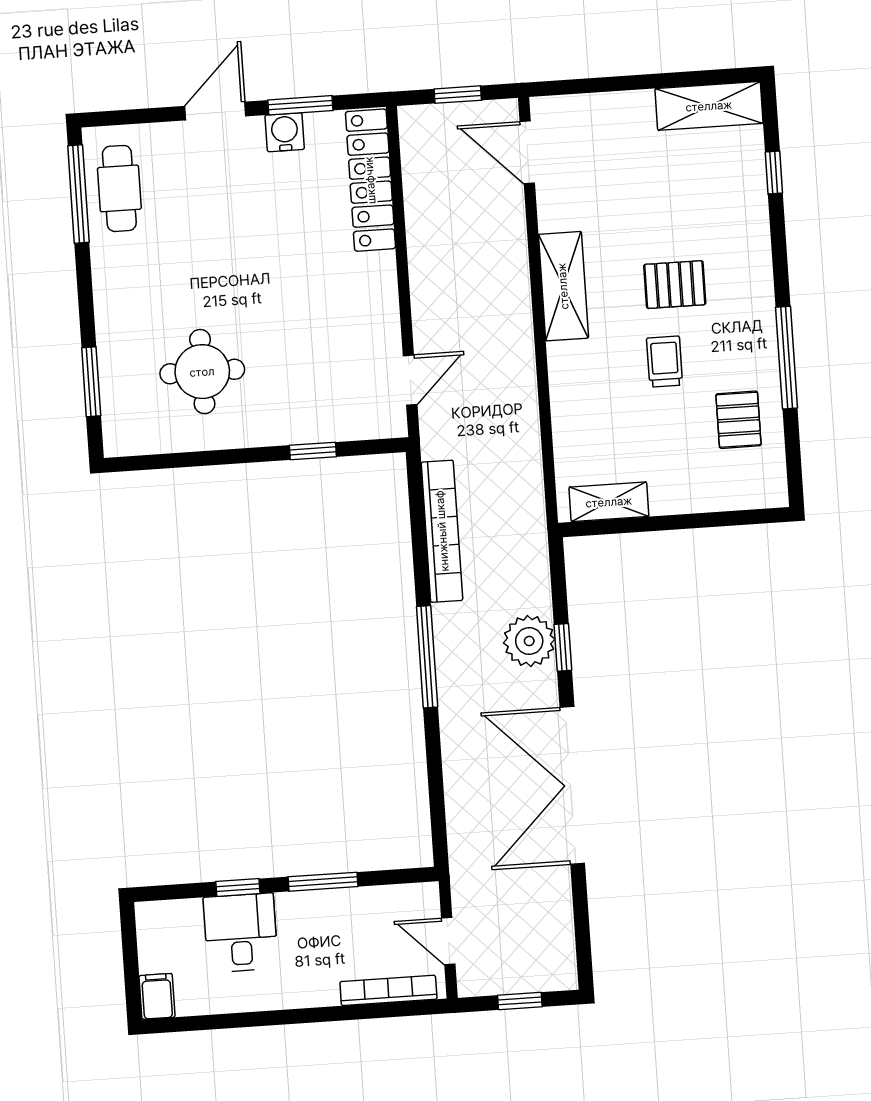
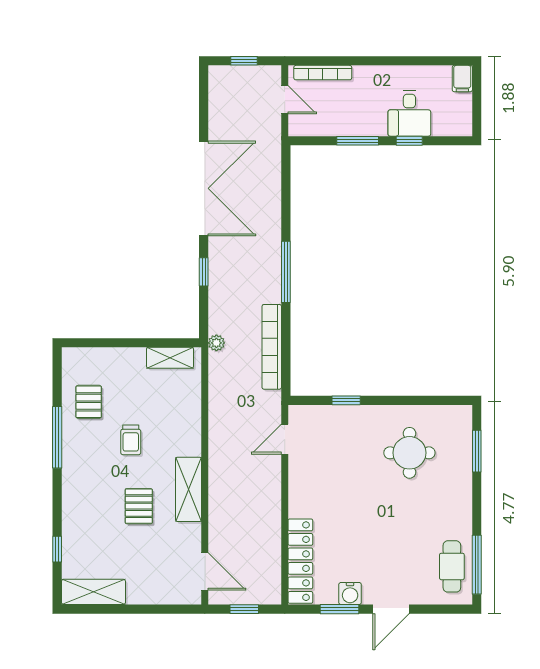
pallet: (675, 285) -> (139, 506), moved, turned 90
plant: (529, 641) -> (216, 343), moved, width x0.53, depth x0.53

